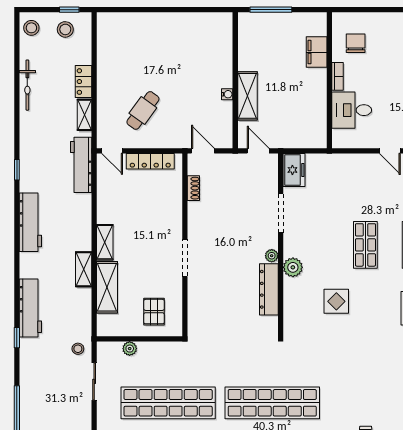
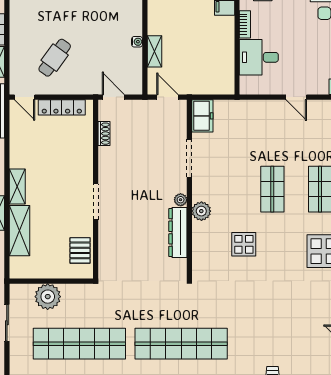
shelving: (247, 96) -> (155, 51), width x0.67, depth x0.75
pallet: (154, 312) -> (80, 250), moved
plant: (130, 349) -> (48, 297), width x1.87, depth x1.87

